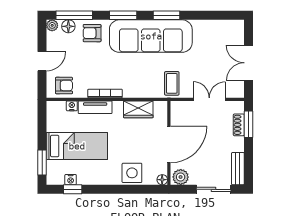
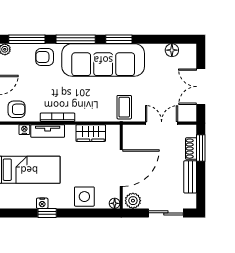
window: (123, 15) -> (76, 39), width x1.44
floor lamp: (68, 26) -> (172, 50), moved
bench: (238, 169) -> (190, 177), moved
nightstand: (71, 180) -> (42, 203), moved
window: (73, 189) -> (47, 213), moved

